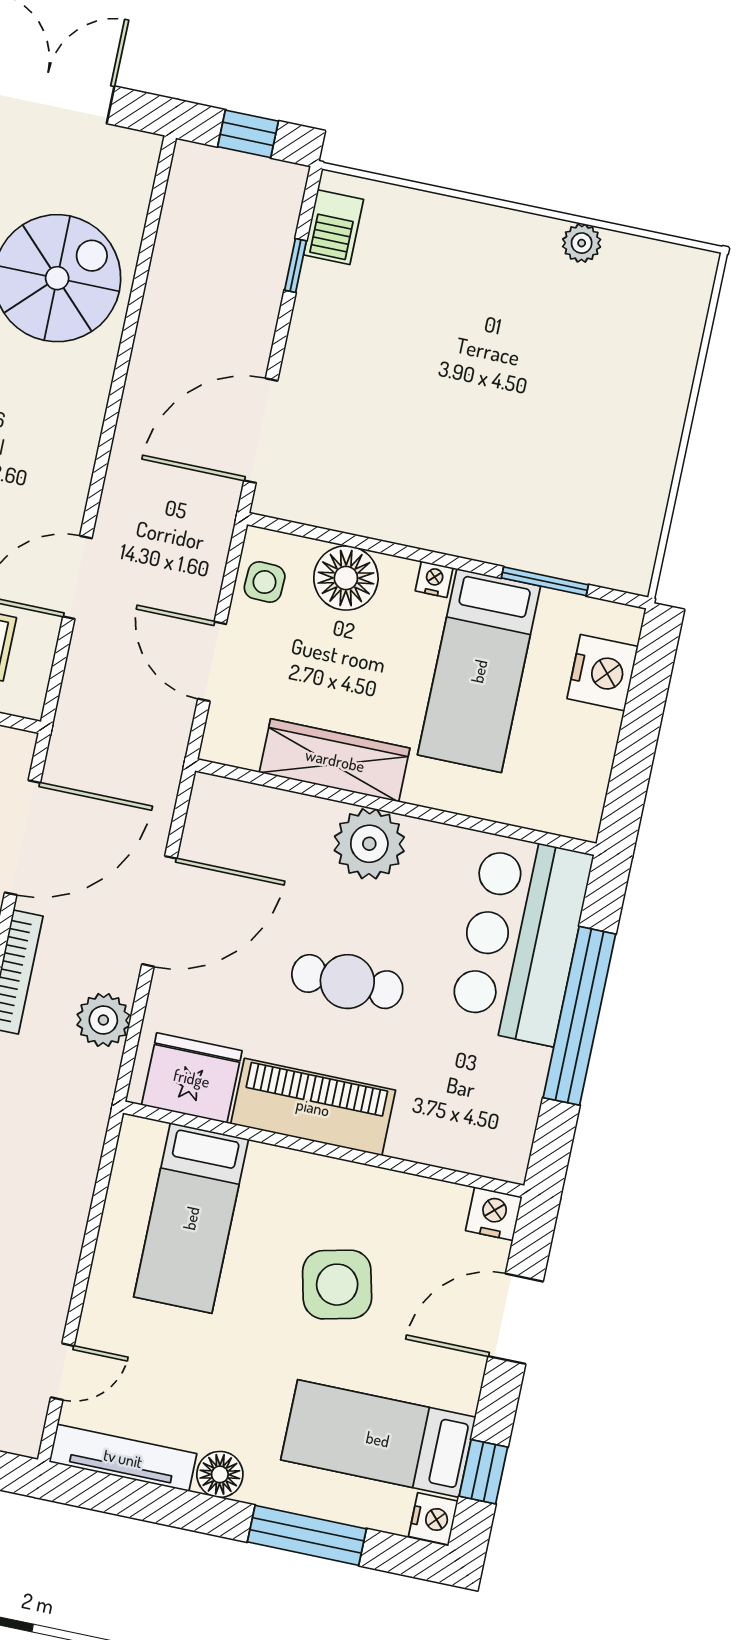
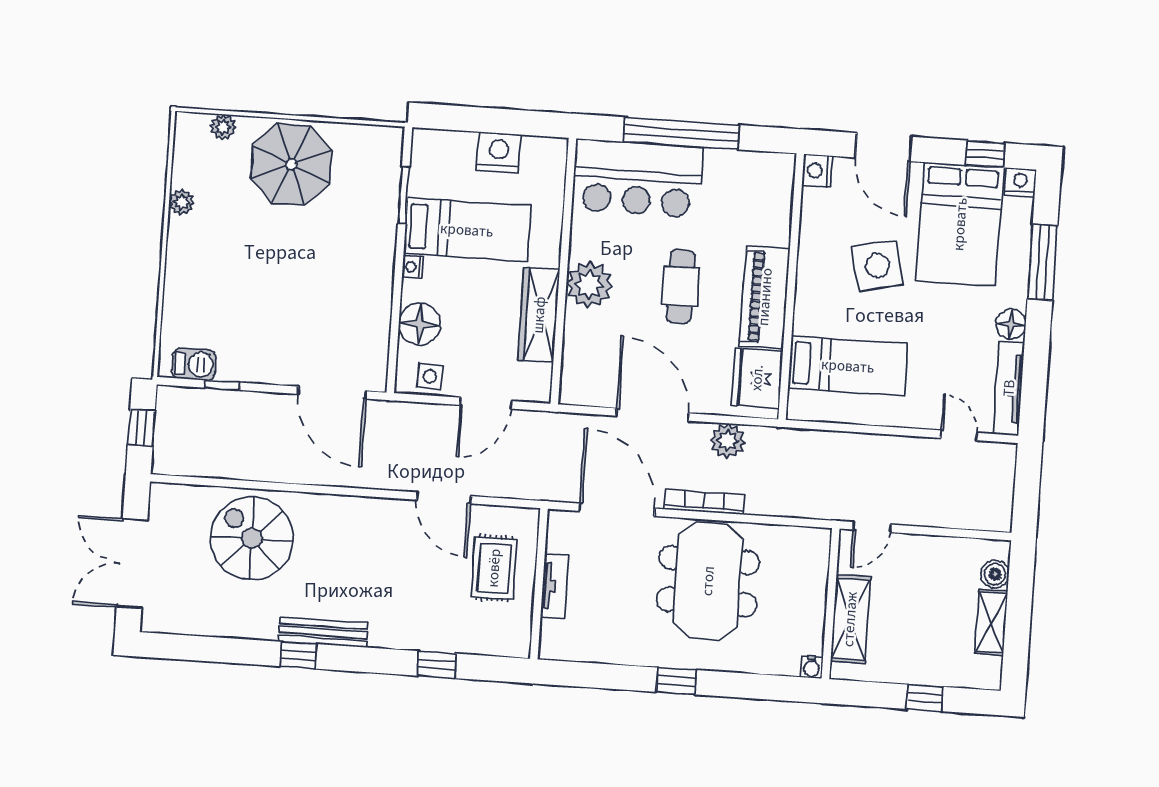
plant: (687, 322) -> (223, 127), added
parasol: (616, 417) -> (291, 164), added
nightstand: (603, 673) -> (499, 152), moved
bed: (378, 1439) -> (960, 224), width x1.50

